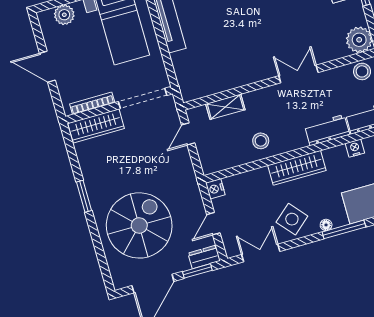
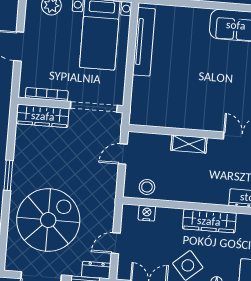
shelving: (225, 107) -> (189, 144), moved
stool: (261, 141) -> (147, 187), moved
nightstand: (215, 189) -> (147, 213), moved, turned 90

